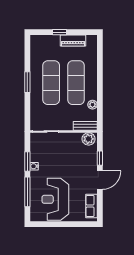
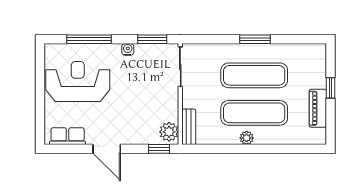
plant: (92, 105) -> (247, 138), moved
window: (100, 158) -> (159, 149), moved
window: (27, 162) -> (152, 39), moved

